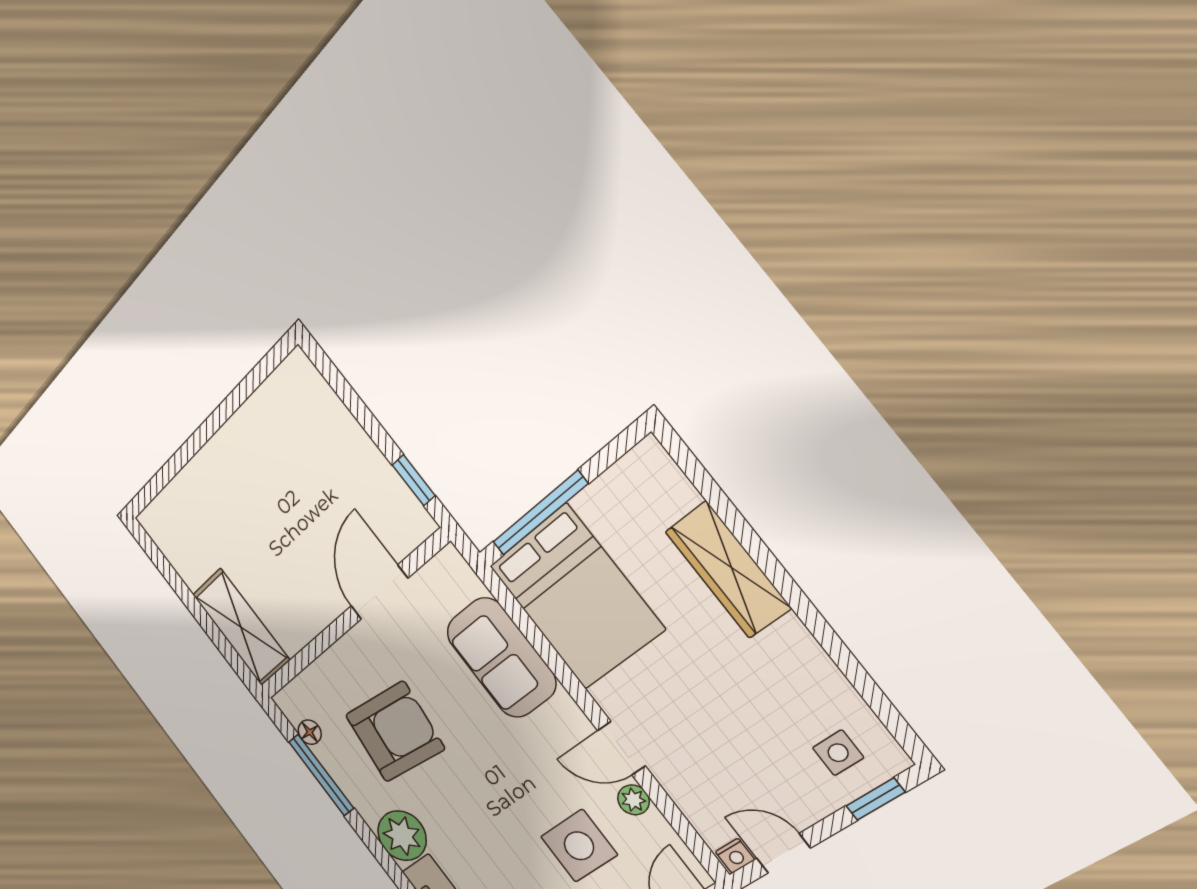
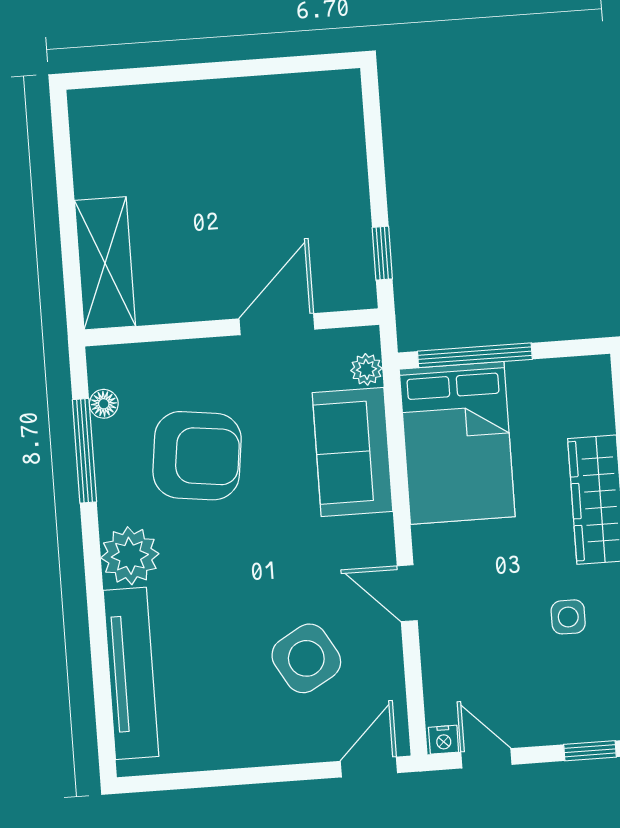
side table: (838, 753) -> (568, 617), moved
plant: (633, 800) -> (366, 369), moved
side table: (579, 846) -> (306, 658), turned -30

